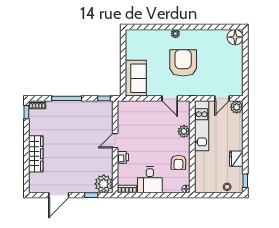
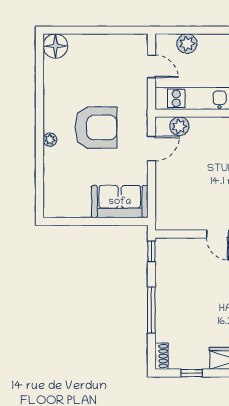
armchair: (183, 63) -> (96, 128), turned 180
plant: (237, 107) -> (187, 44), moved
window: (26, 112) -> (191, 373), moved
plant: (184, 131) -> (179, 126), moved

